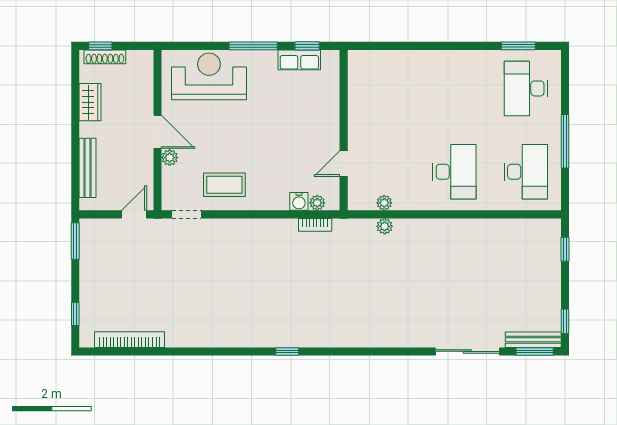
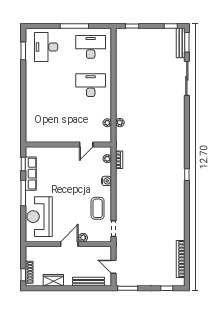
row of seats: (299, 60) -> (31, 174), width x1.48
desk: (526, 88) -> (46, 47), turned 90
door: (344, 164) -> (86, 144), hinge flipped
water cooler: (299, 201) -> (107, 181), moved
door: (134, 214) -> (113, 267), moved

